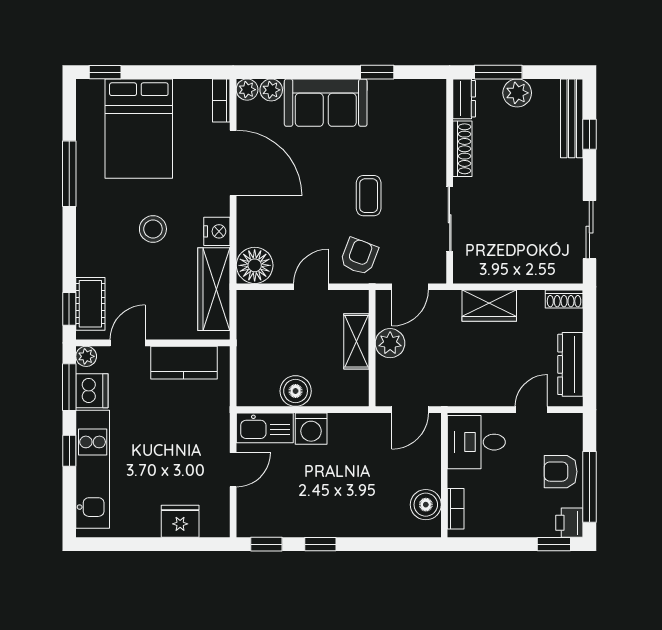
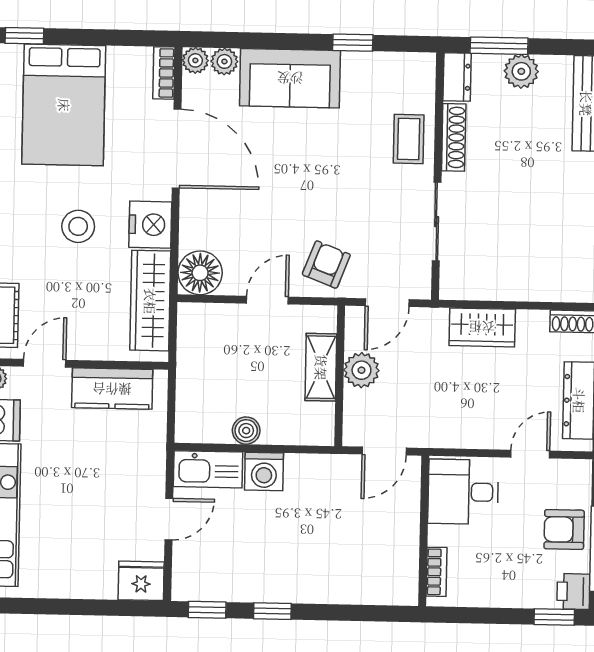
coffee table: (369, 196) -> (409, 139), moved
nightstand: (217, 231) -> (150, 225), width x1.36, depth x1.33
boiler: (296, 391) -> (246, 431), width x0.73, depth x0.73
boiler: (426, 505) -> (401, 566), removed
fridge: (180, 521) -> (141, 581), moved

